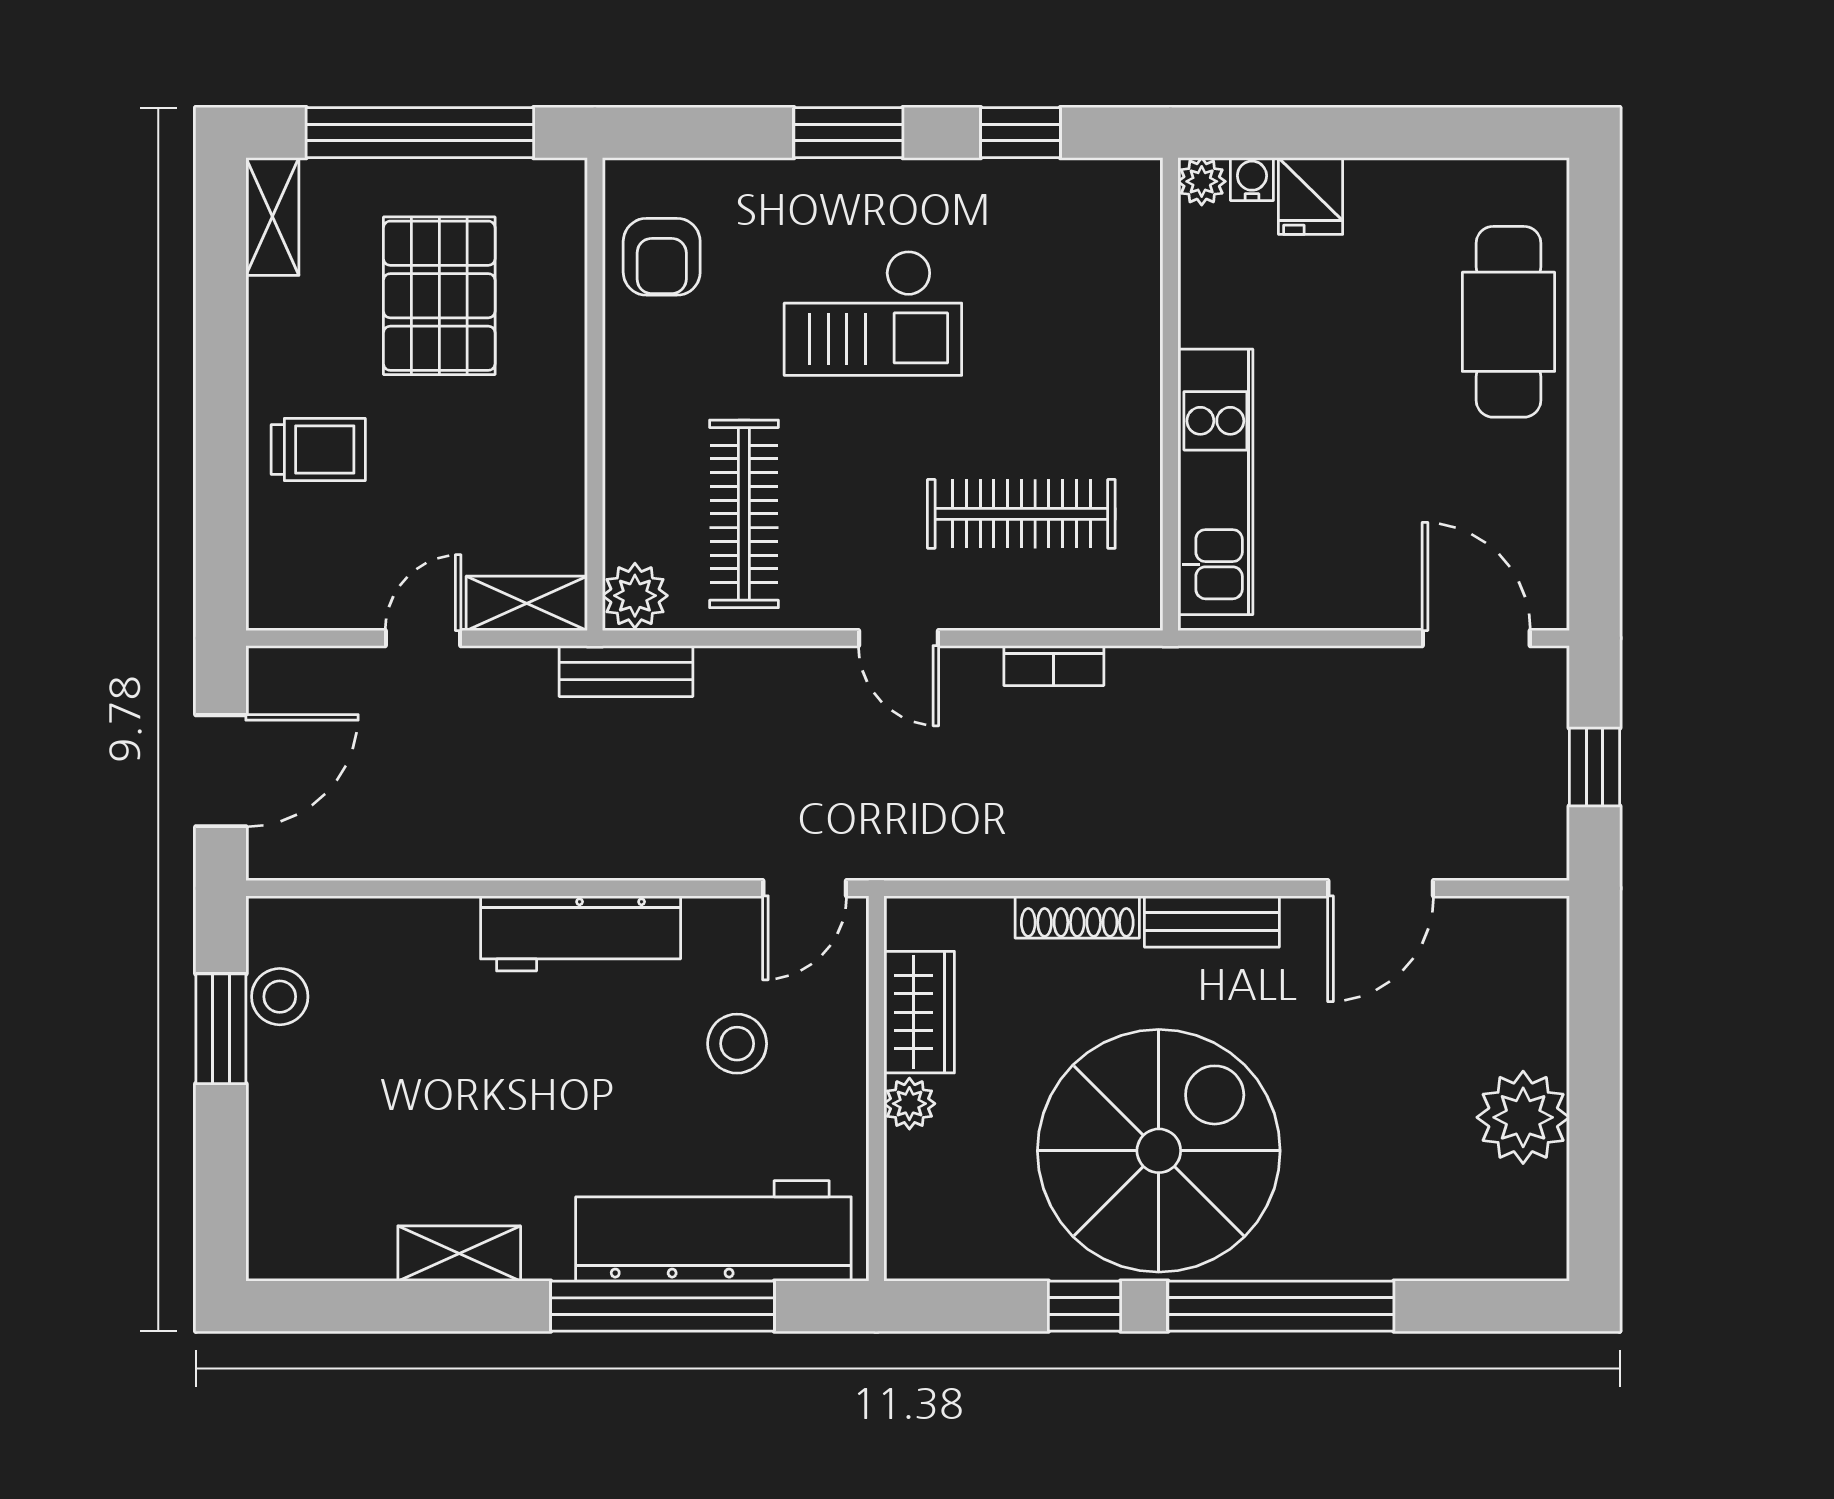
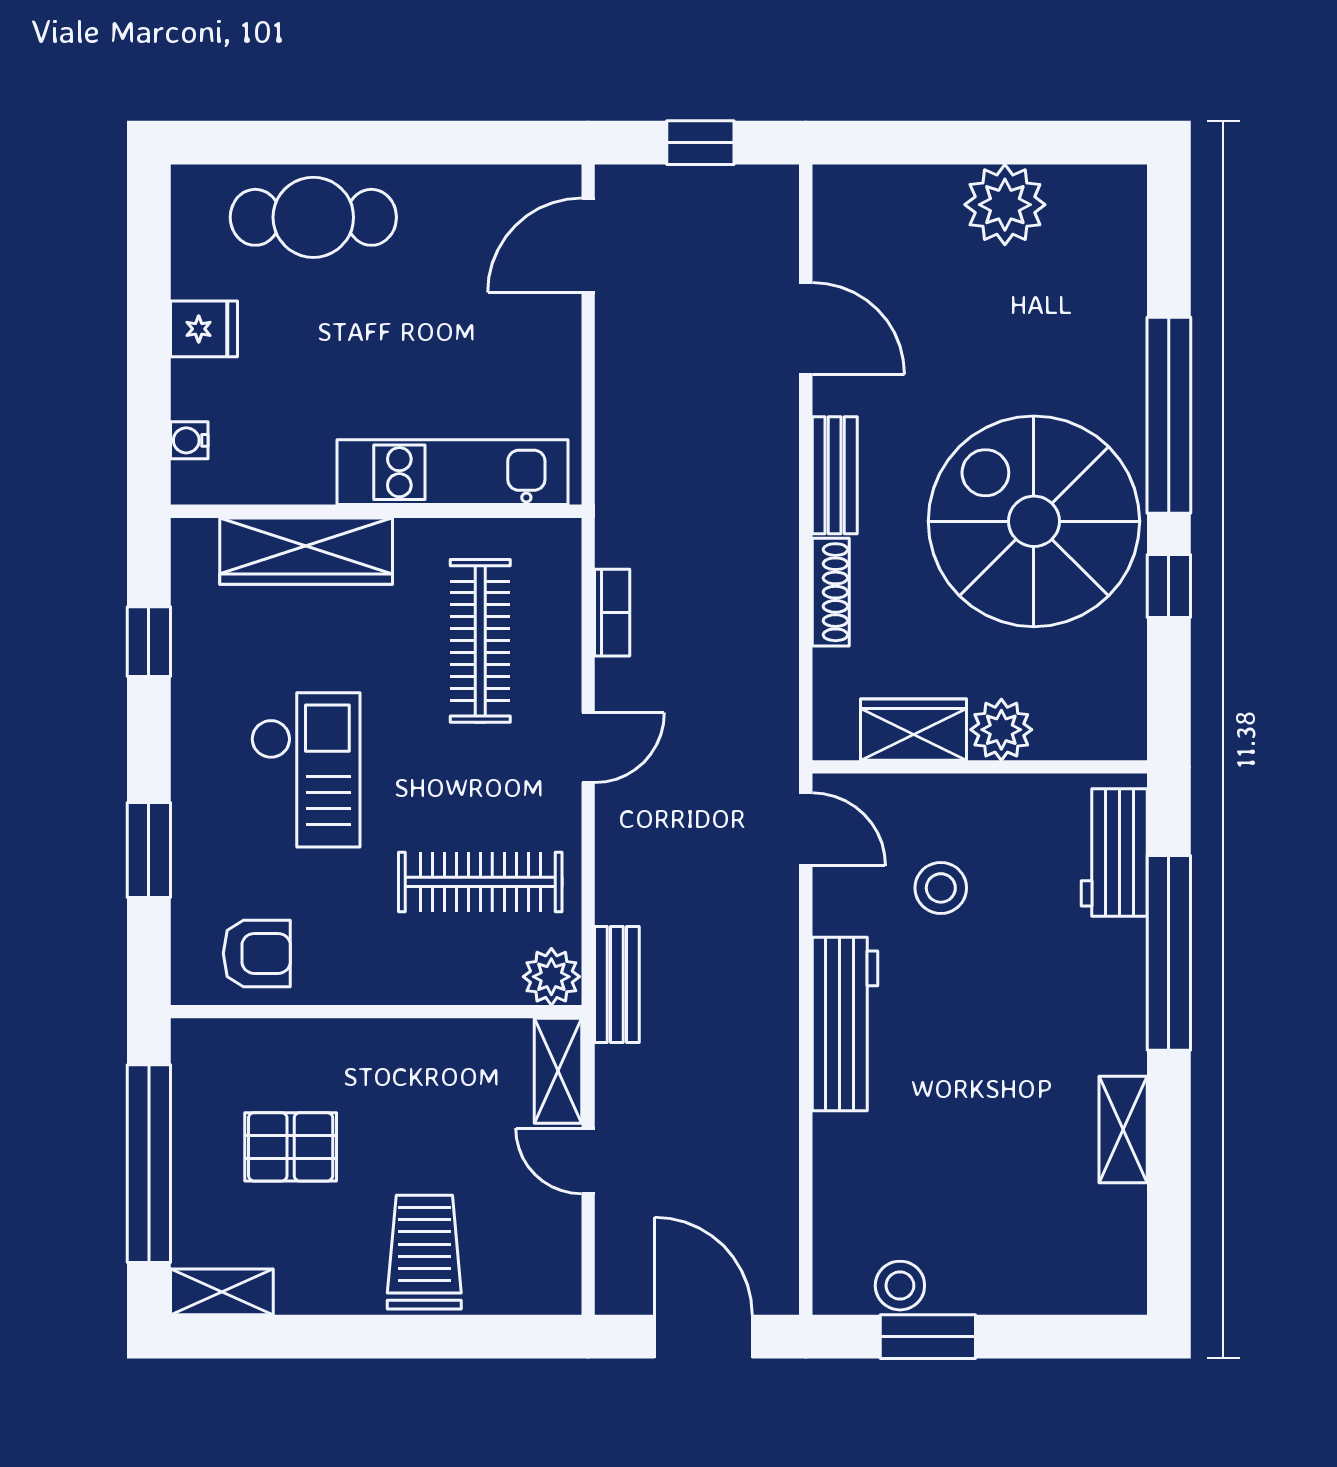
window: (848, 133) -> (149, 850), moved
plant: (1202, 181) -> (191, 484), removed
fridge: (1311, 196) -> (204, 329), moved
pallet: (439, 296) -> (291, 1147), width x0.67, depth x0.71
wardrobe: (1125, 314) -> (306, 551), added
trolley: (318, 449) -> (424, 1252), width x1.36, depth x1.39
plant: (909, 1104) -> (1001, 730), width x1.38, depth x1.38
workbench: (713, 1231) -> (1114, 853), width x0.53, depth x0.76

